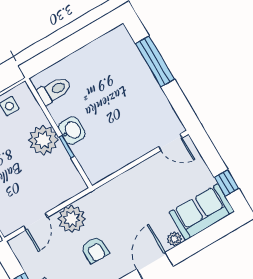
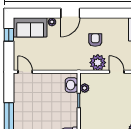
washbasin: (72, 131) -> (71, 85), moved
plant: (43, 140) -> (85, 88), moved, width x0.53, depth x0.53
door: (36, 222) -> (117, 72), hinge flipped

